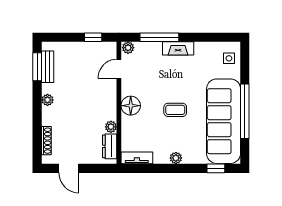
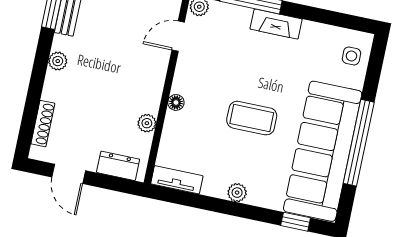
floor lamp: (131, 106) -> (176, 102), width x0.53, depth x0.53
coffee table: (175, 110) -> (252, 118), width x1.36, depth x1.30
dresser: (110, 146) -> (118, 166), moved, turned 90

